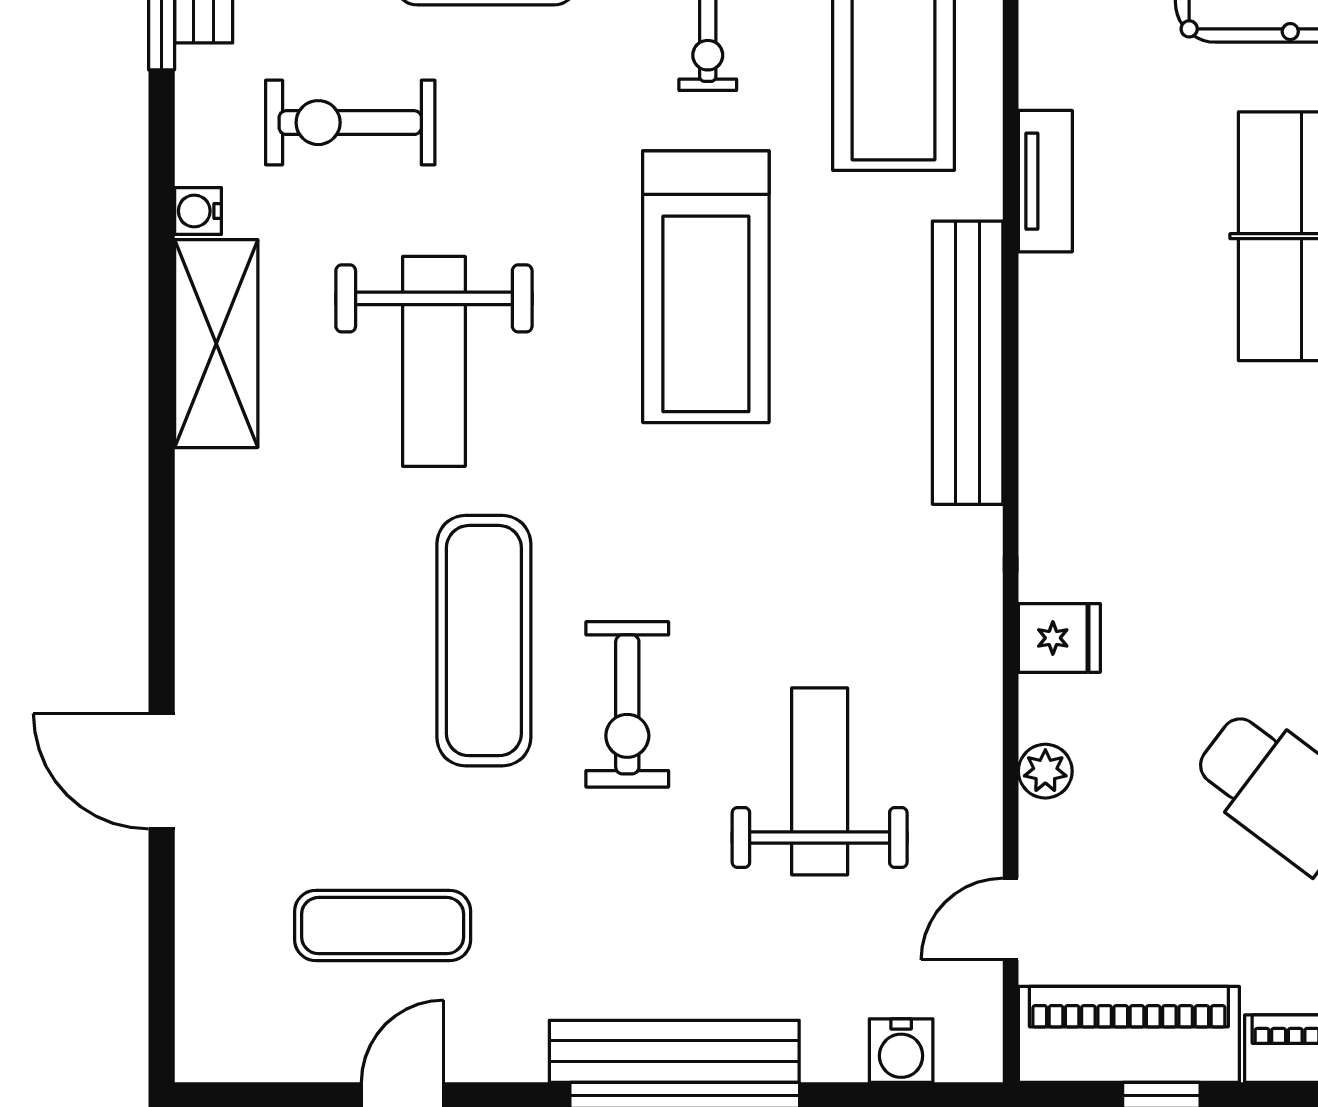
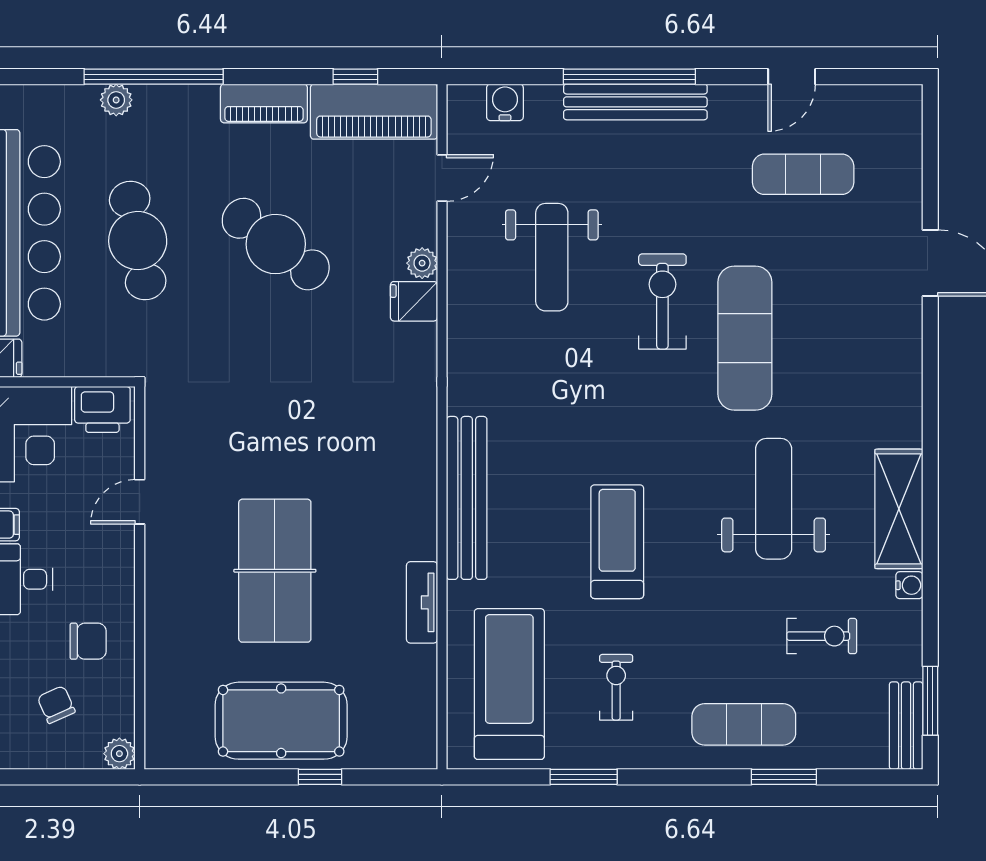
exercise bike: (350, 123) -> (822, 636), width x0.73, depth x0.72
treadmill: (706, 287) -> (617, 542), width x0.73, depth x0.73
fridge: (1059, 638) -> (414, 301), moved

